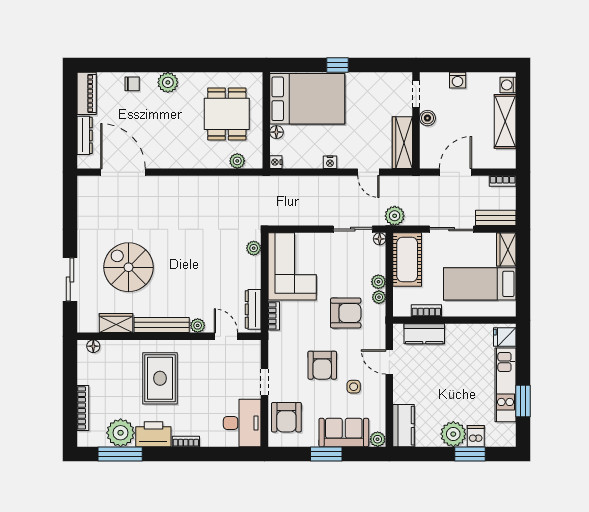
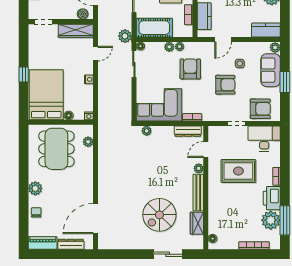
dining table: (227, 114) -> (56, 149), width x1.38
boiler: (427, 118) -> (83, 14), moved
rug: (160, 378) -> (238, 171), moved

